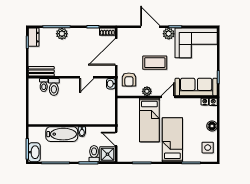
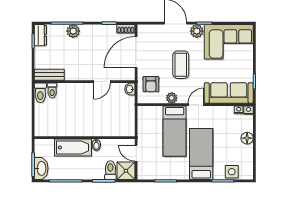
coffee table: (155, 63) -> (181, 65), turned 90
toilet: (54, 87) -> (40, 93), moved
side table: (208, 148) -> (232, 172), moved

